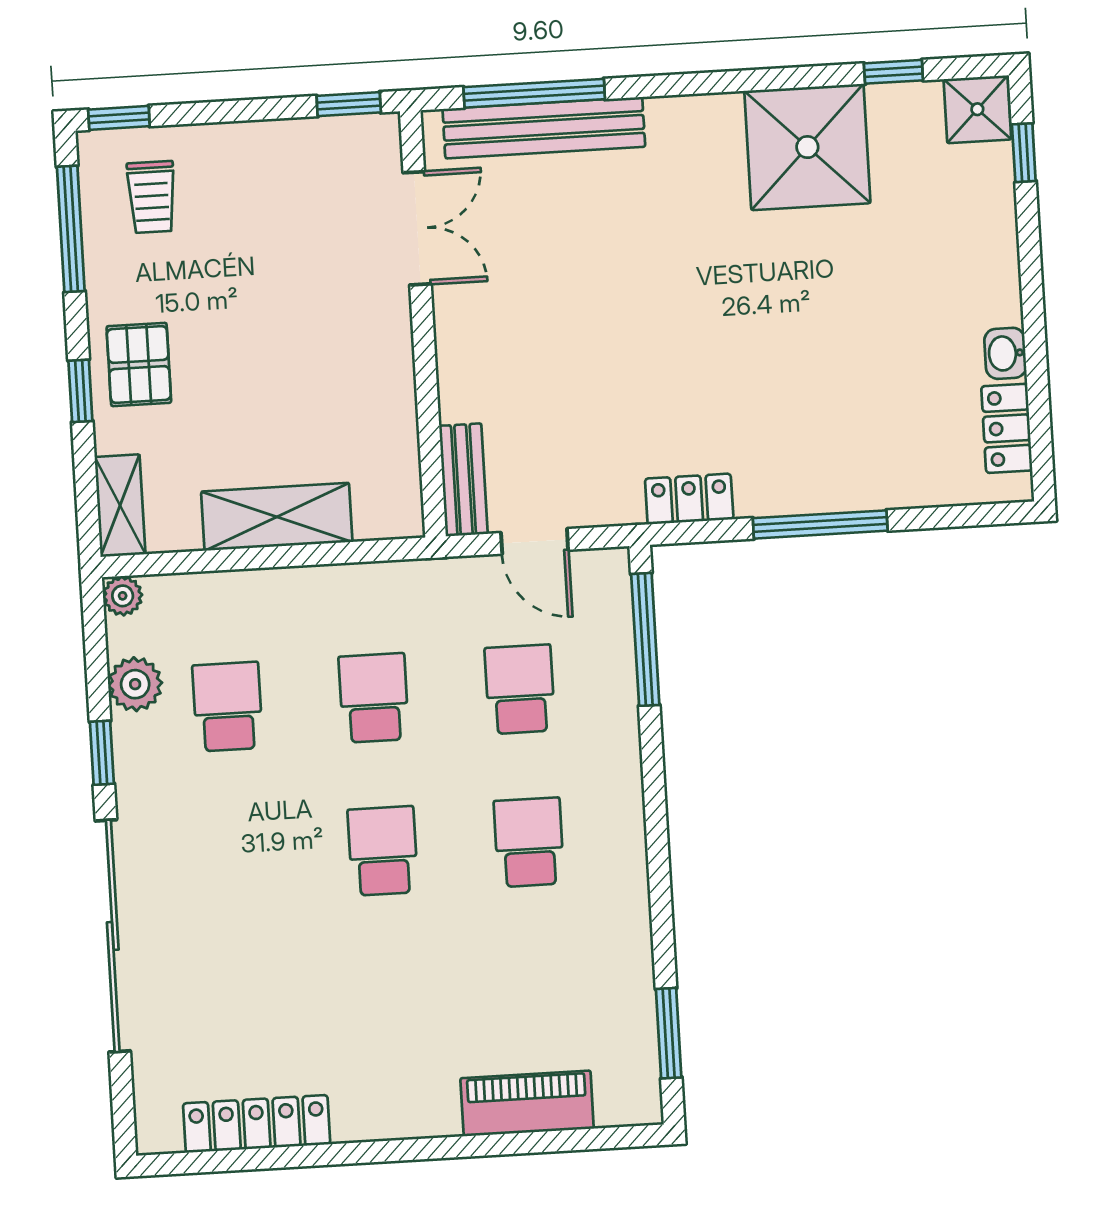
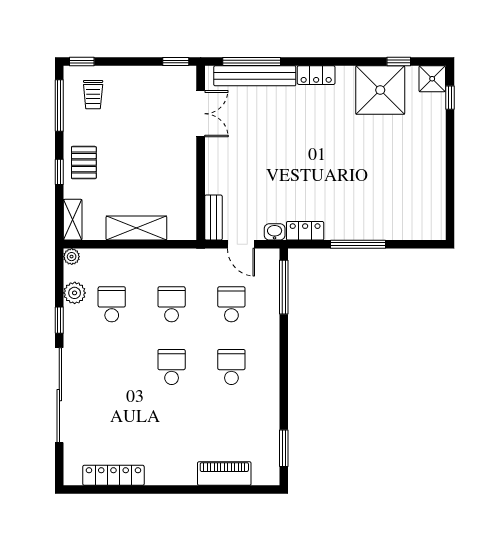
shower: (807, 147) -> (380, 90), moved
washbasin: (1005, 353) -> (275, 232), moved, turned 90
locker: (1007, 428) -> (316, 75), moved, turned -90

